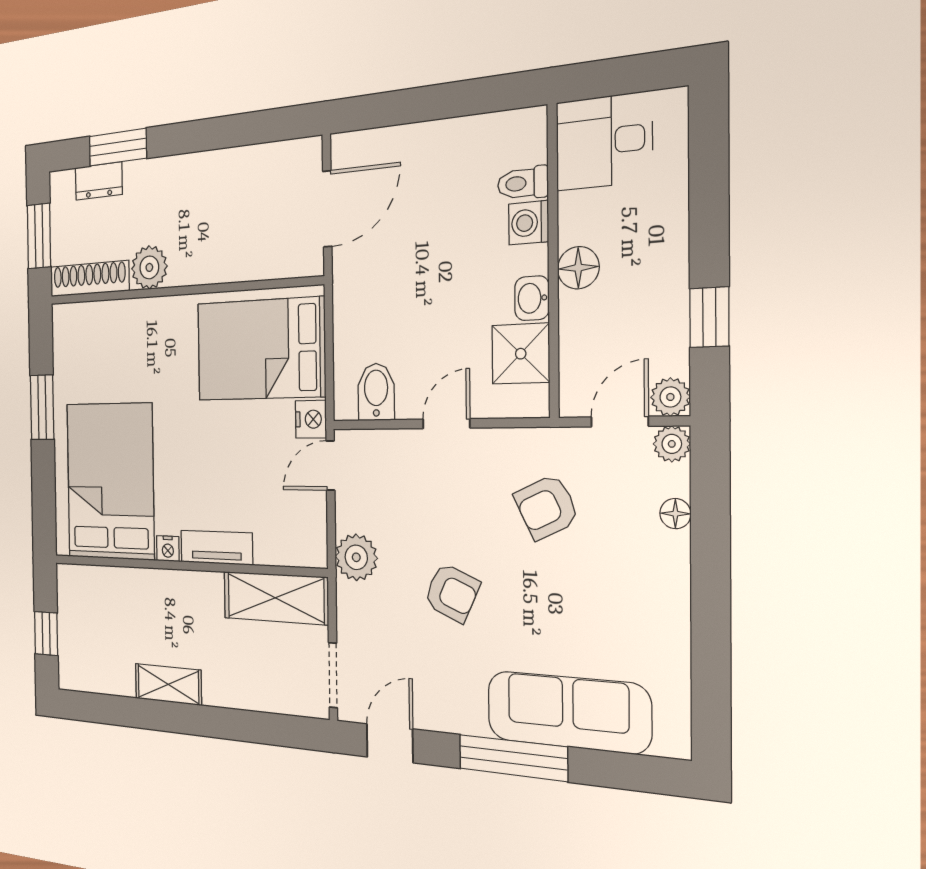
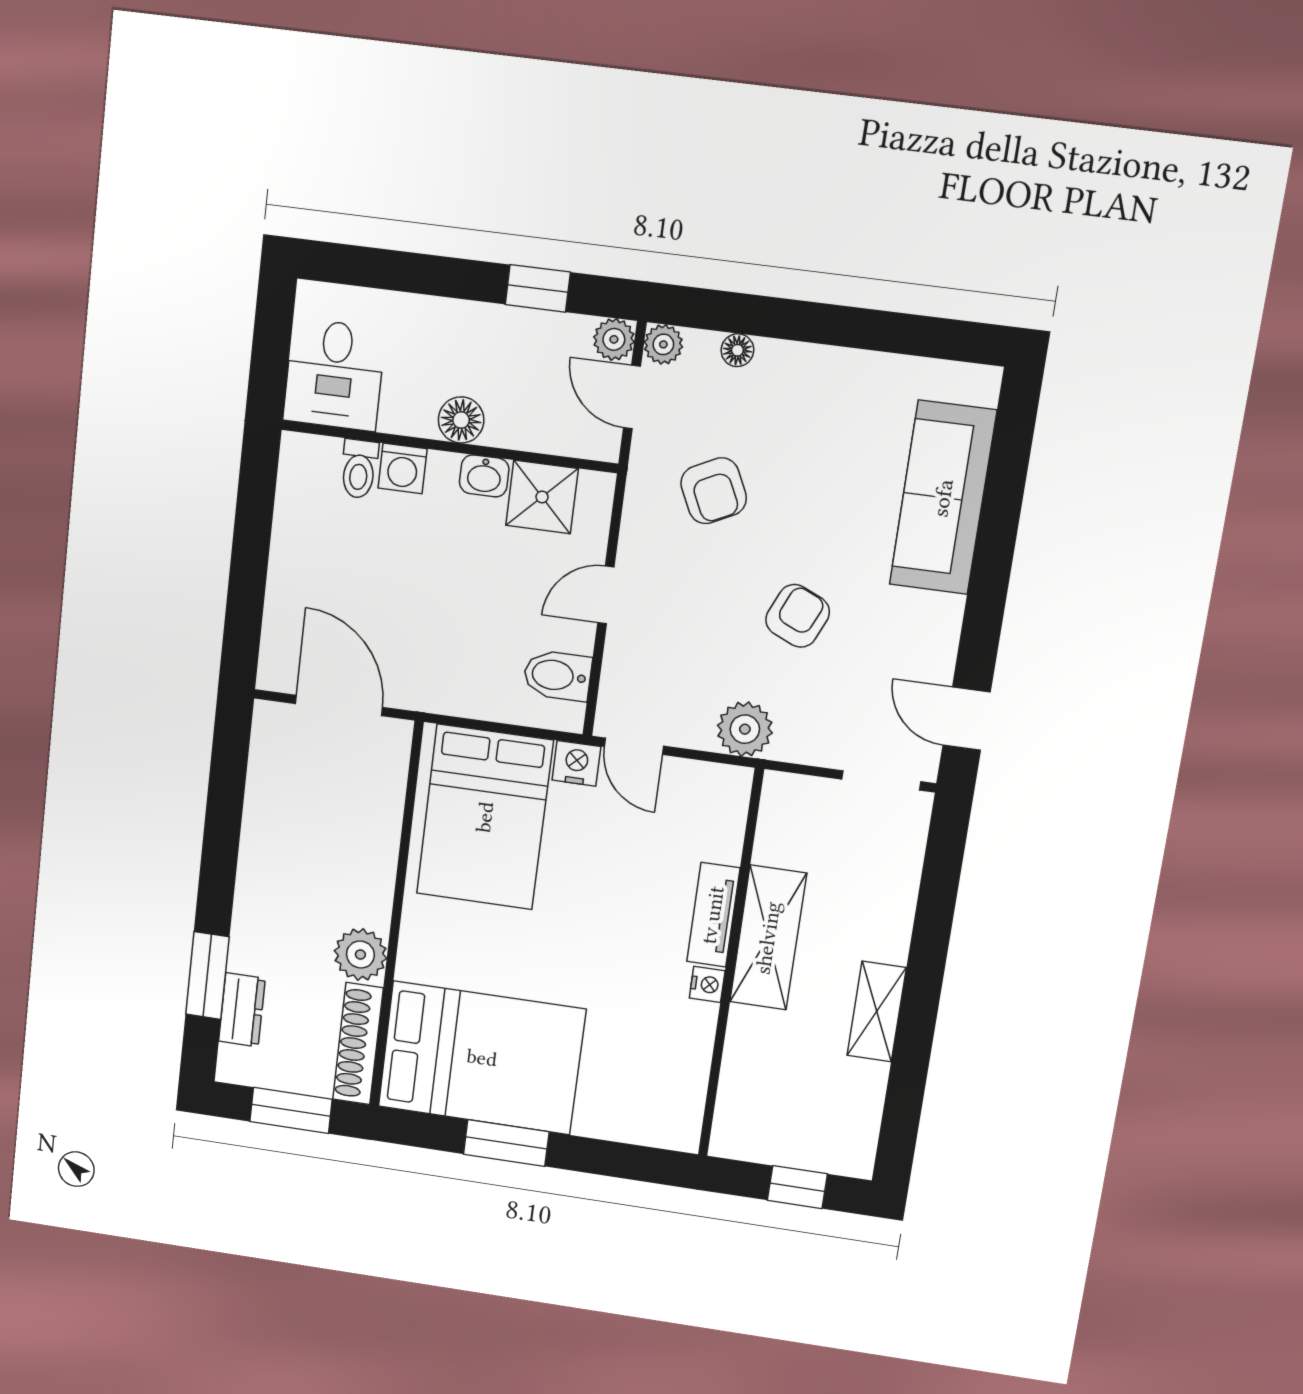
door: (446, 424) -> (606, 595), hinge flipped
bed: (110, 481) -> (482, 1058), moved, turned 180
shelving: (275, 598) -> (768, 938), moved
window: (513, 758) -> (991, 569), removed

